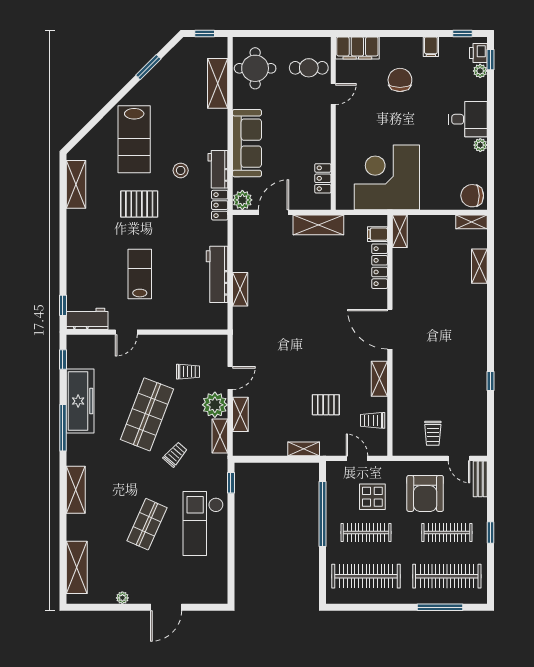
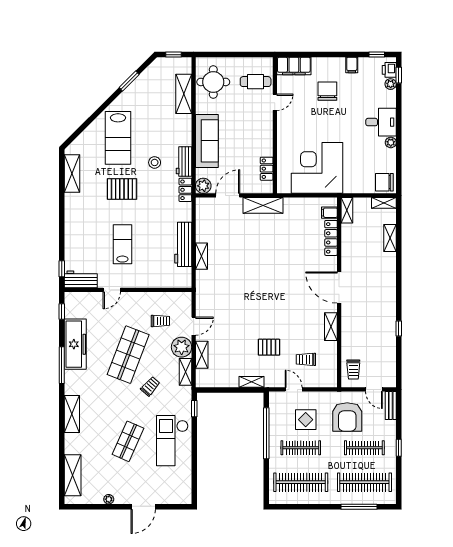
shelving: (400, 231) -> (347, 210), moved
filing cabinet: (377, 234) -> (329, 213), moved
locker: (380, 266) -> (331, 238), moved
door: (390, 329) -> (339, 288), moved
wall: (390, 335) -> (339, 292), moved
shelving: (379, 379) -> (331, 327), moved

